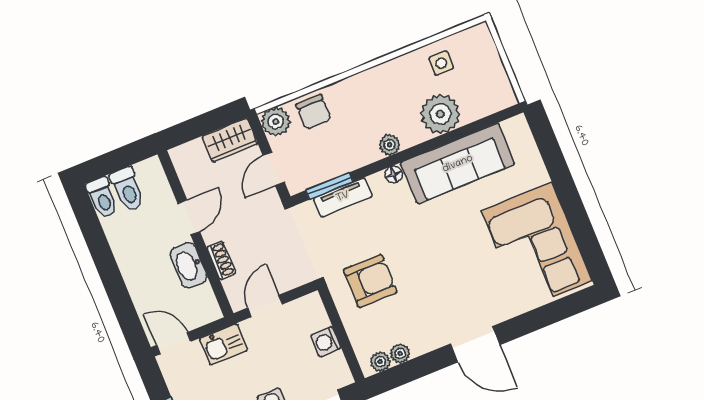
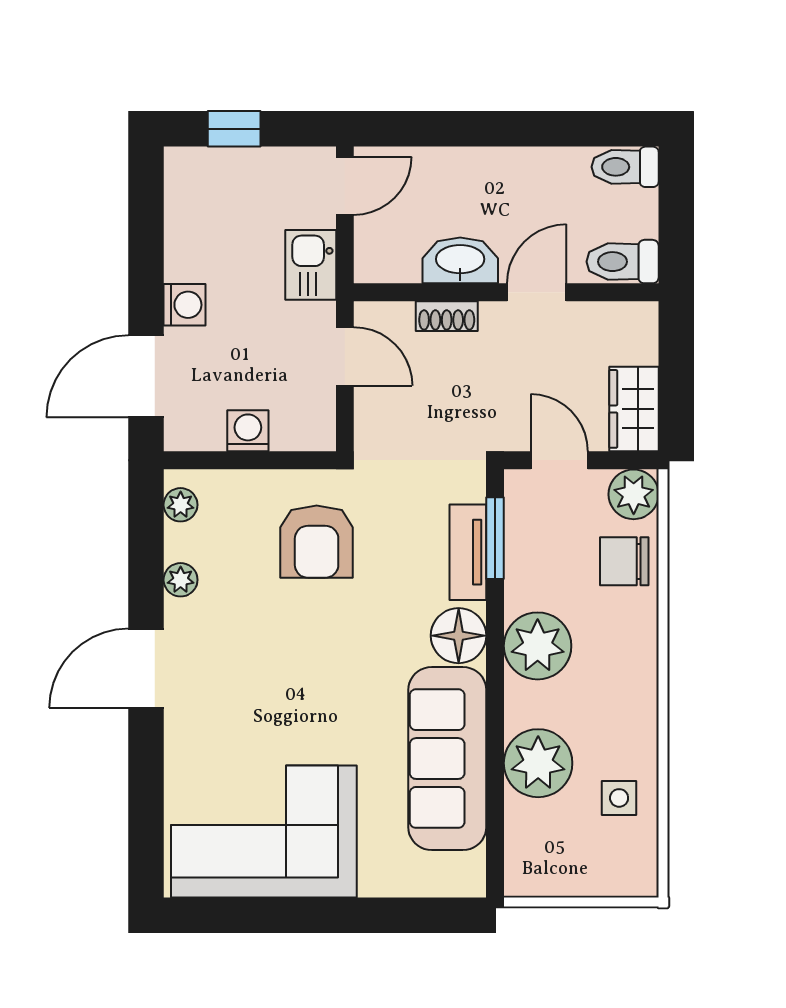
plant: (390, 145) -> (538, 646), width x1.88, depth x1.88
floor lamp: (394, 175) -> (459, 636), width x1.89, depth x1.89
toilet: (127, 189) -> (623, 262), moved
door: (189, 217) -> (537, 292), swing flipped
plant: (400, 353) -> (181, 580), moved

